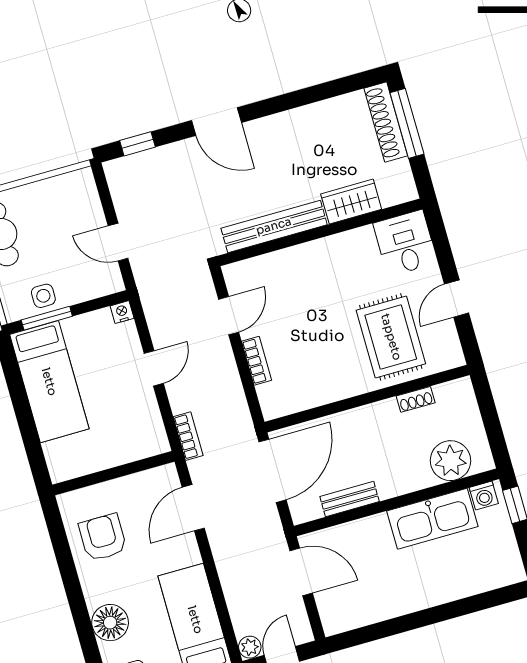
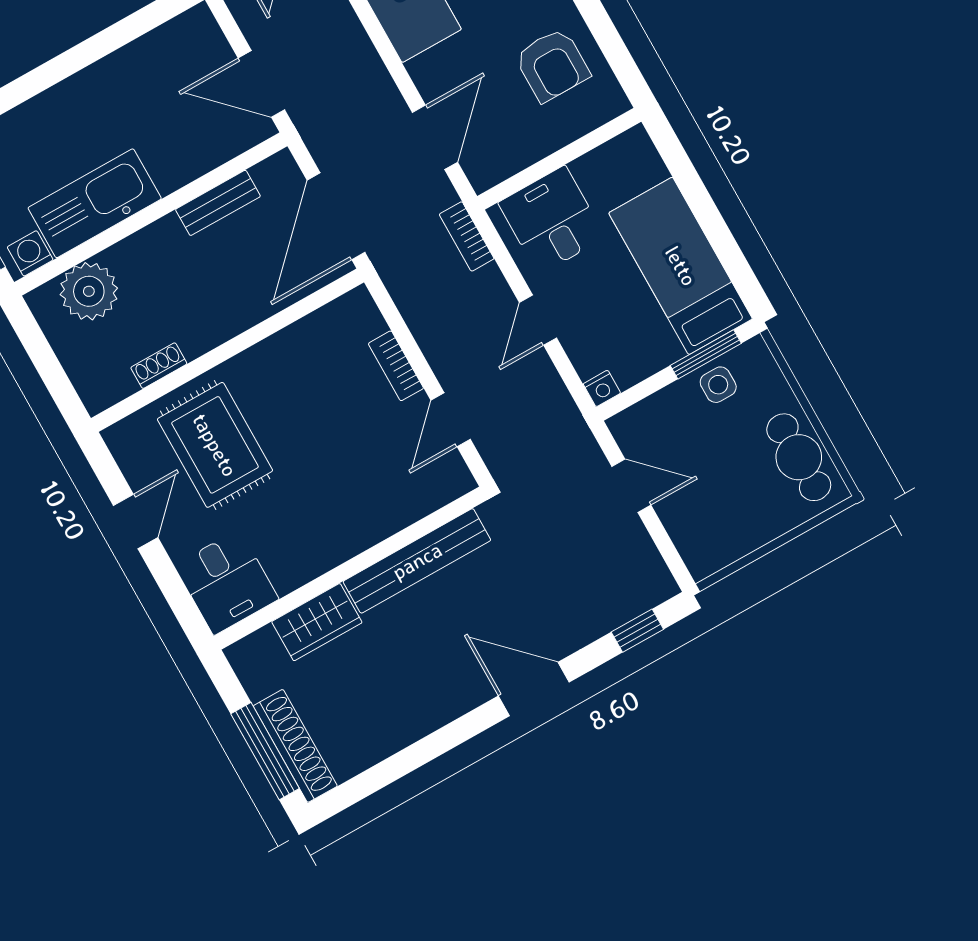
desk: (128, 433) -> (552, 220), added

